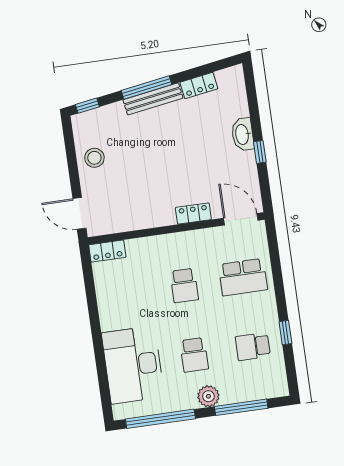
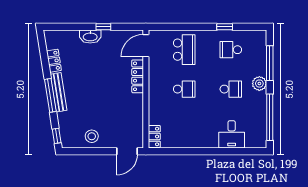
locker: (193, 213) -> (138, 76), width x1.53
school desk: (253, 347) -> (231, 50), turned 90
desk: (133, 365) -> (232, 134), width x0.53, depth x0.77

